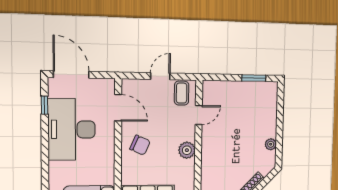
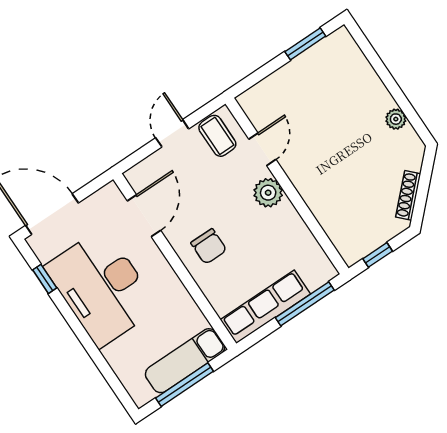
door: (118, 108) -> (144, 216), hinge flipped
chair: (140, 145) -> (209, 246), turned 66
plant: (187, 150) -> (268, 193), moved

